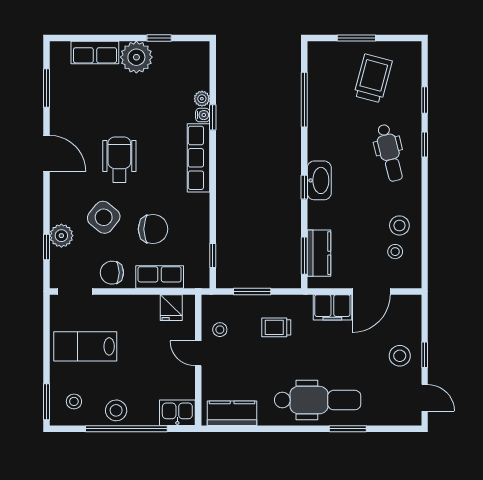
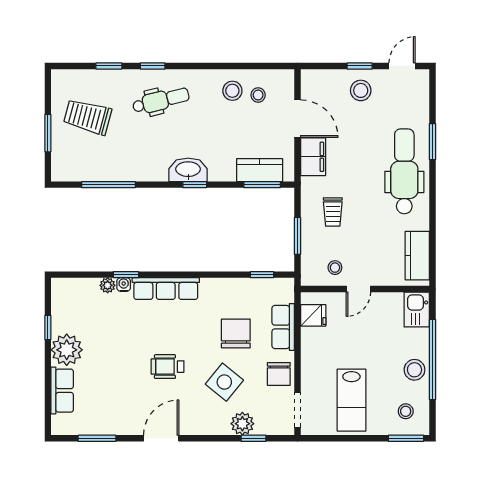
wheelchair: (119, 160) -> (168, 367), width x0.73, depth x0.73

